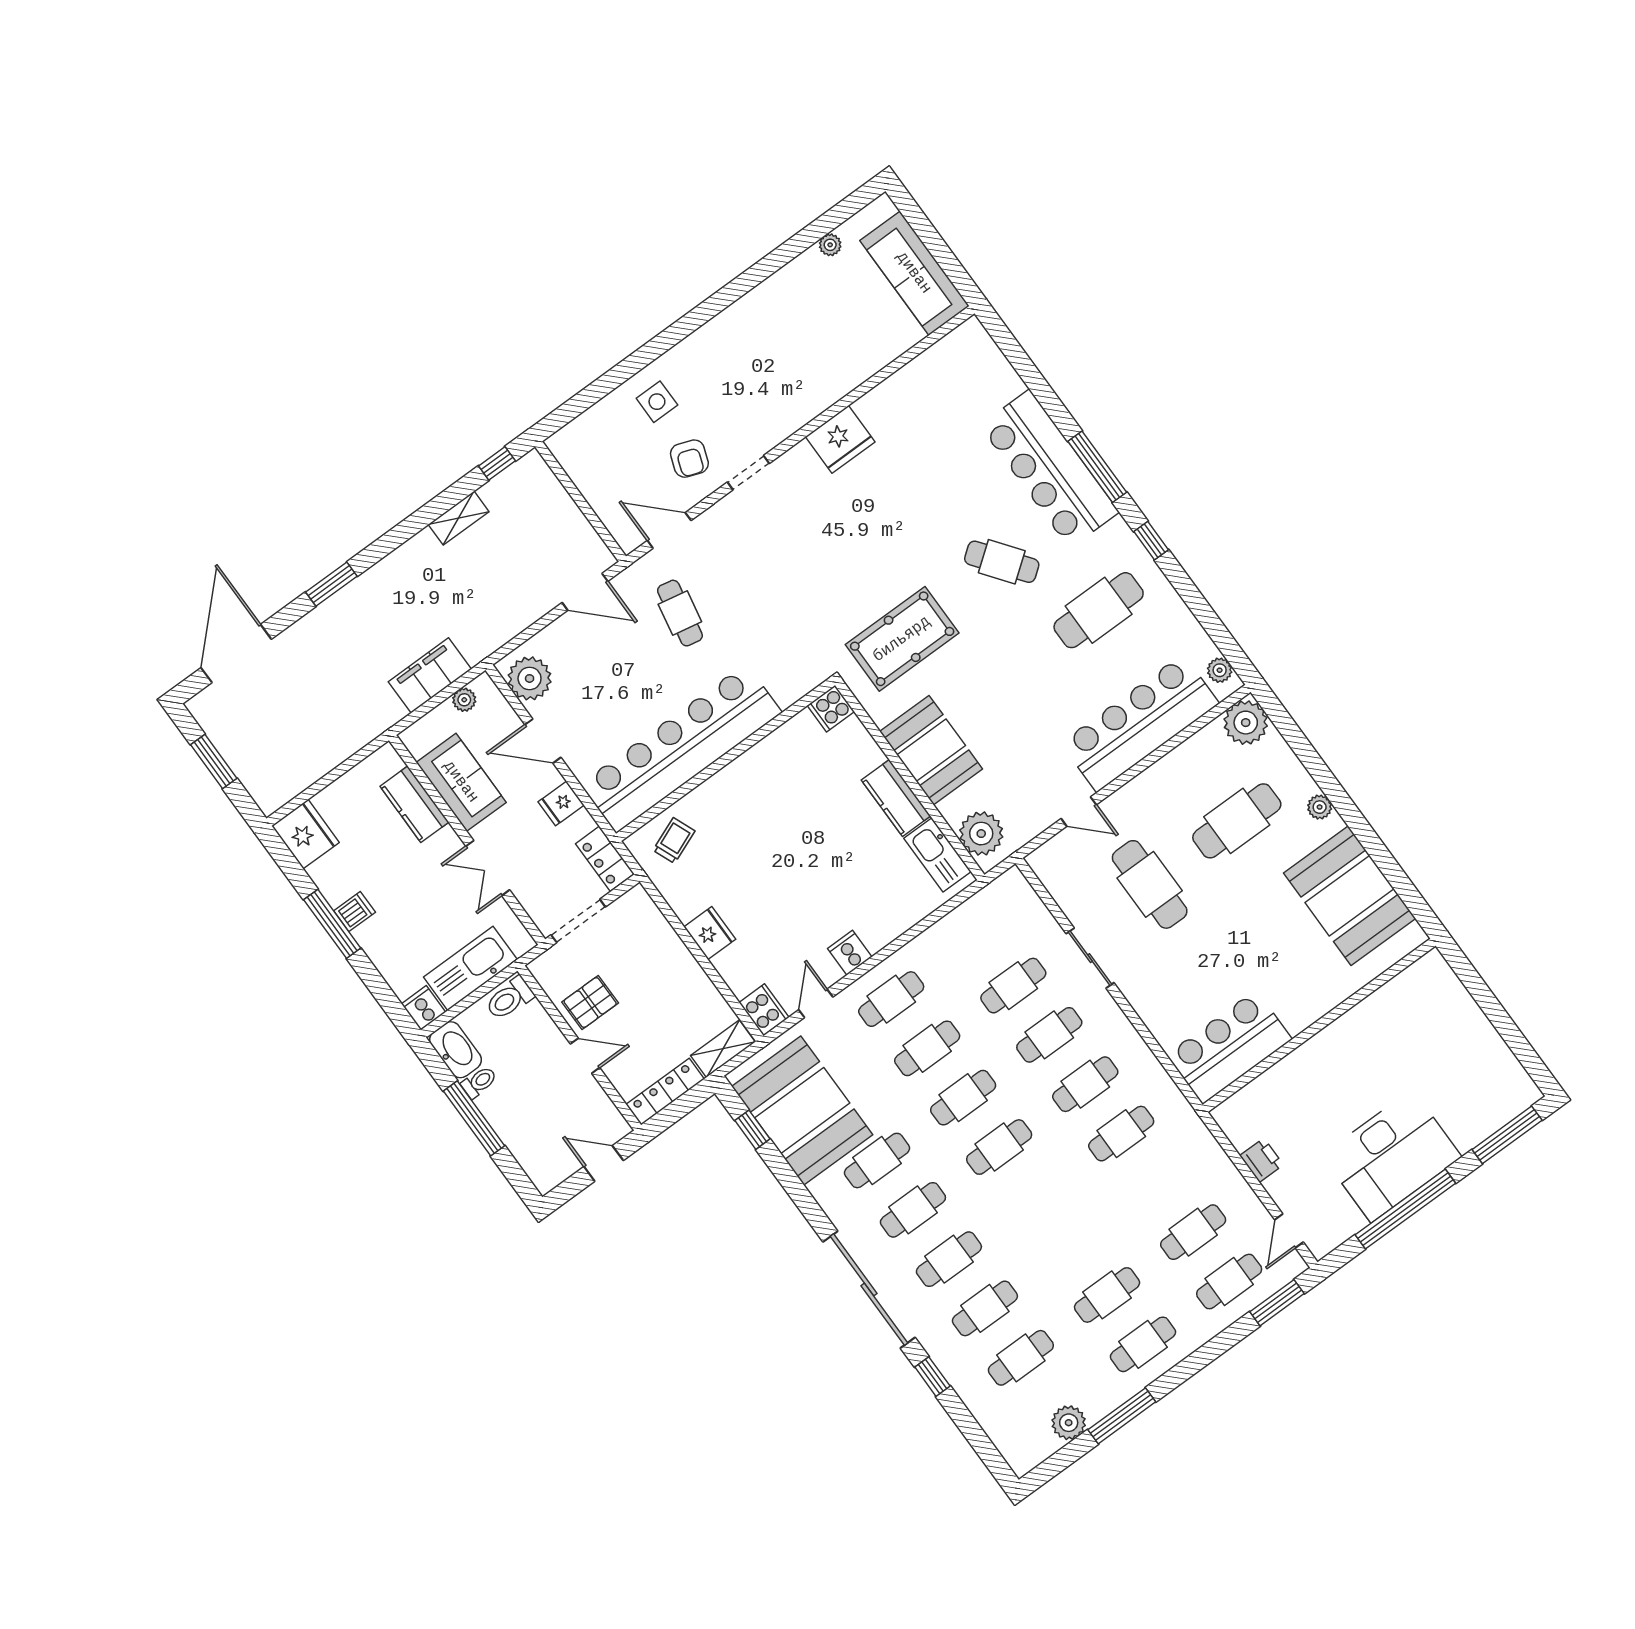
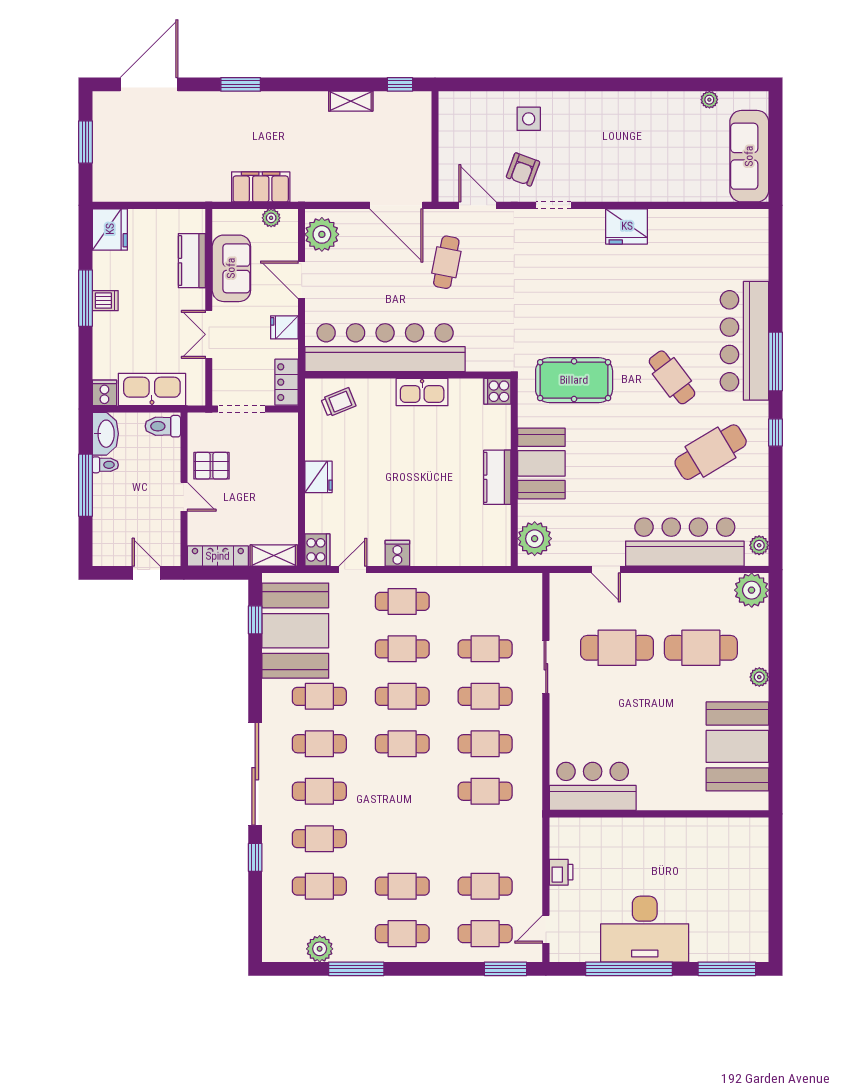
door: (585, 592) -> (396, 205), width x1.36
cafe table: (1099, 610) -> (711, 452), turned -31
kitchen sink: (937, 855) -> (422, 392), moved, turned -90
cafe table: (1150, 884) -> (617, 648), turned 90

